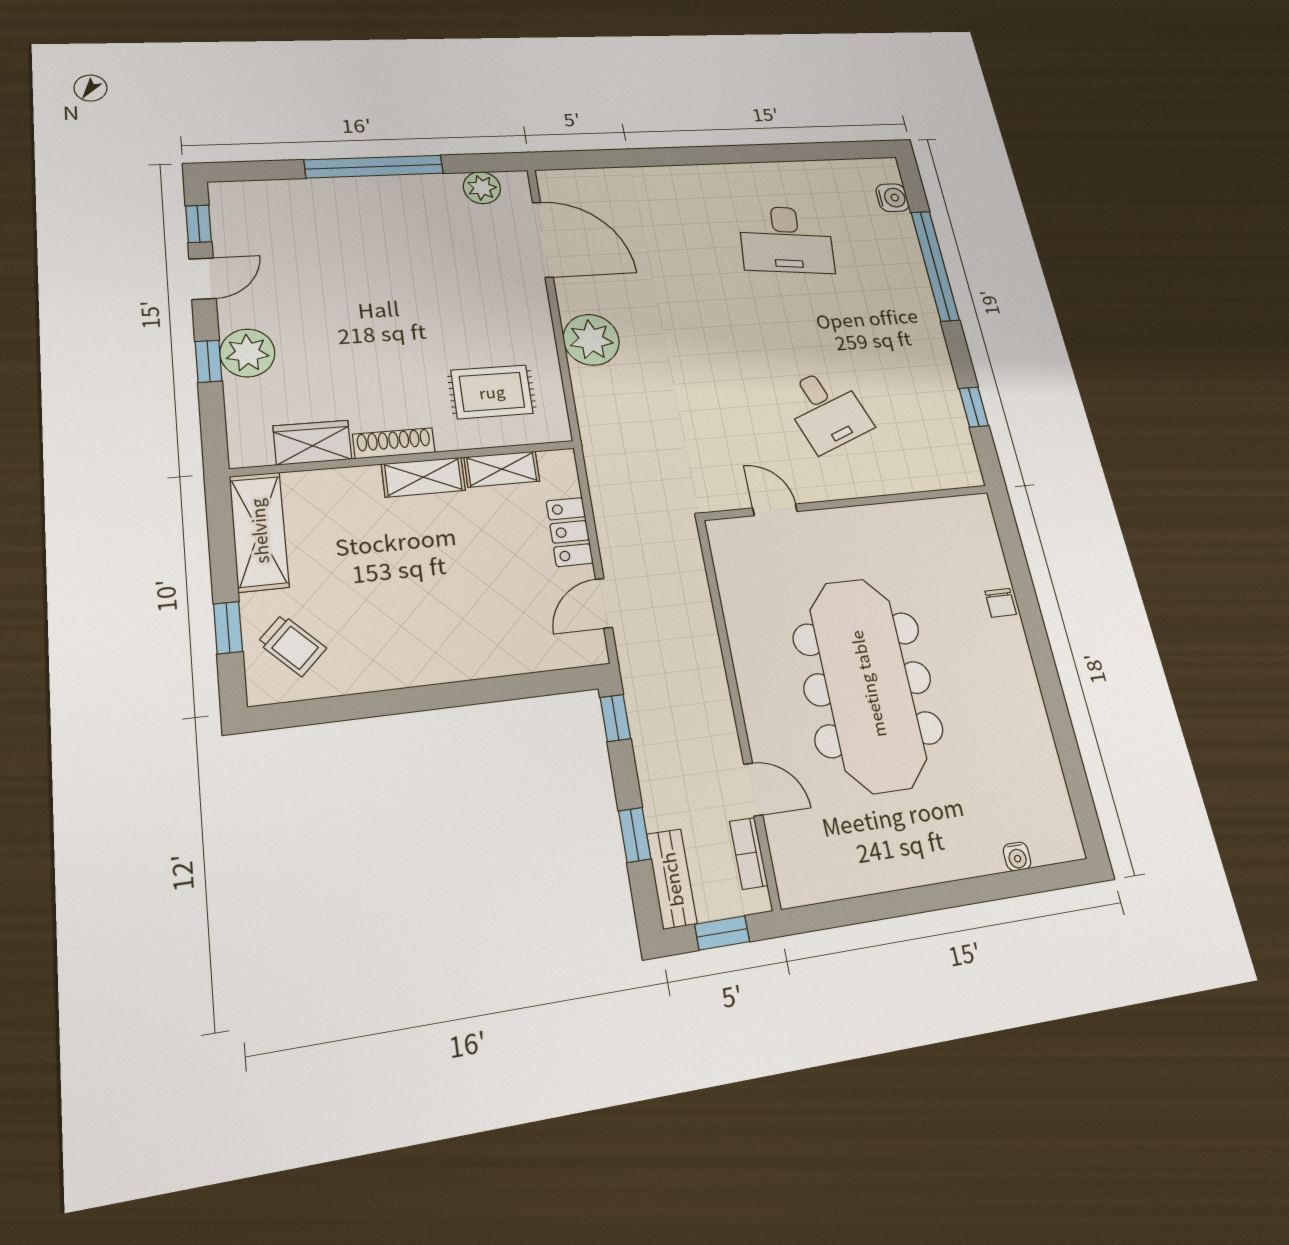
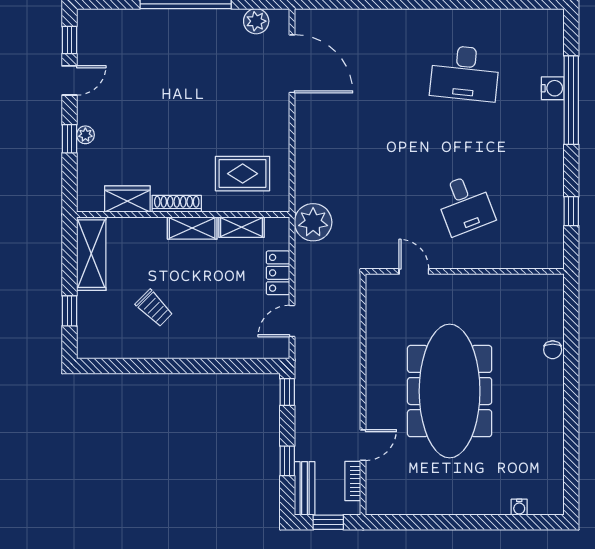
water cooler: (892, 198) -> (553, 88), moved
plant: (591, 340) -> (313, 222), moved
plant: (247, 353) -> (85, 135), width x0.53, depth x0.53
trolley: (292, 645) -> (154, 308), moved
door: (753, 790) -> (363, 445), hinge flipped

